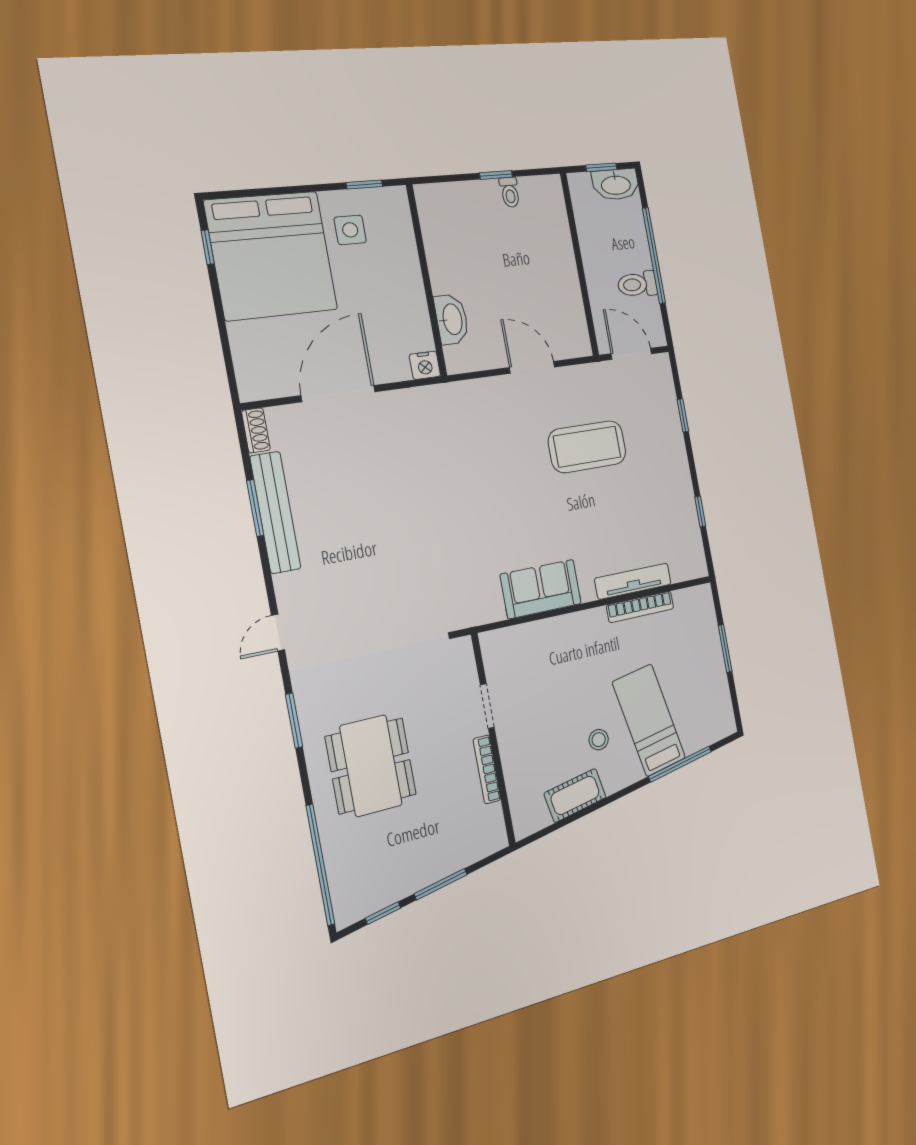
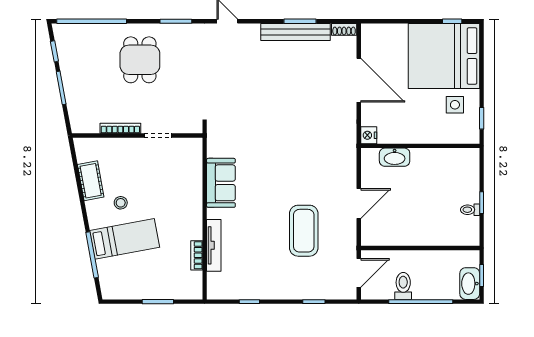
bookcase: (640, 607) -> (197, 255), width x0.64
dining table: (371, 766) -> (140, 60), width x0.73

